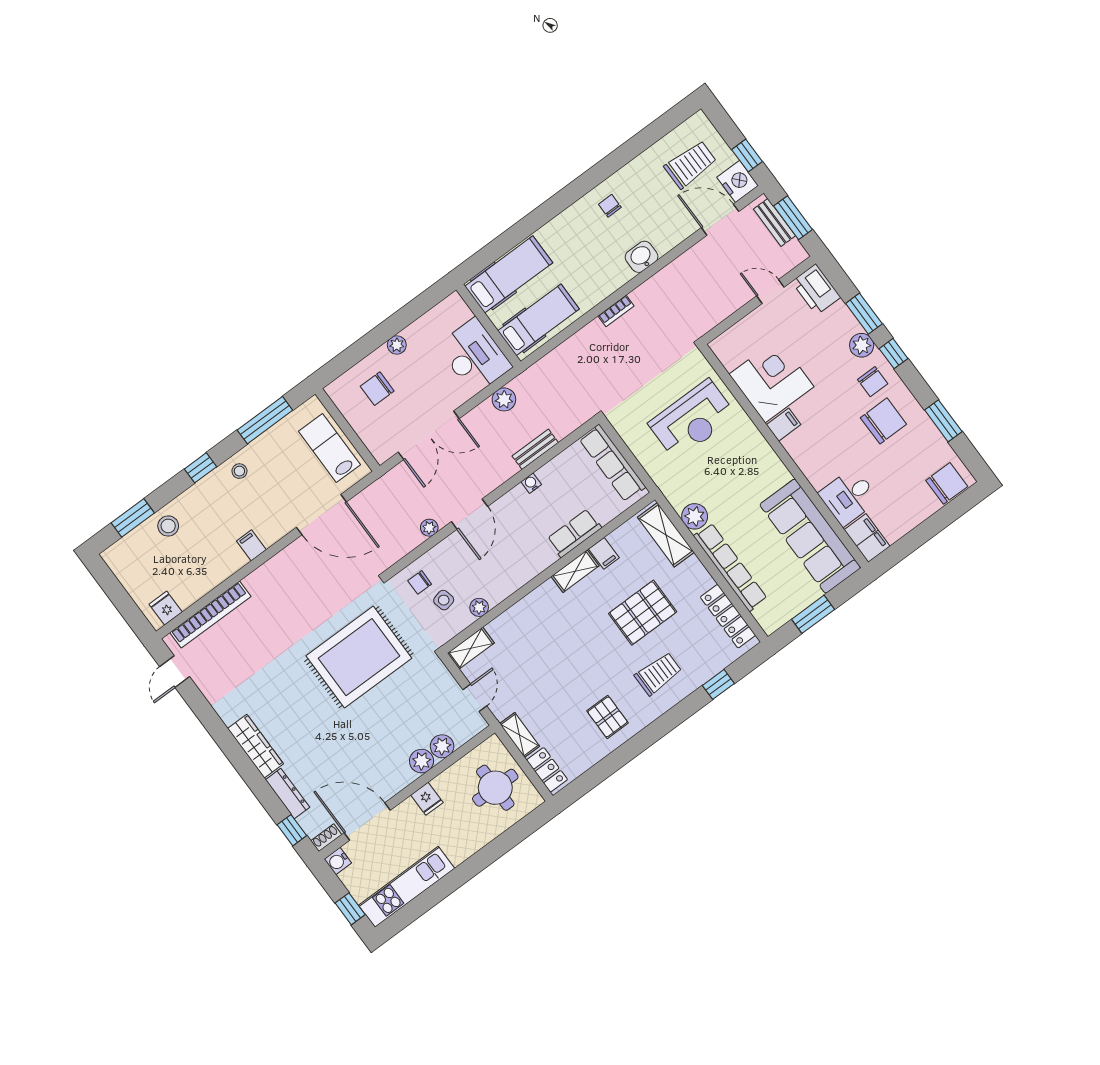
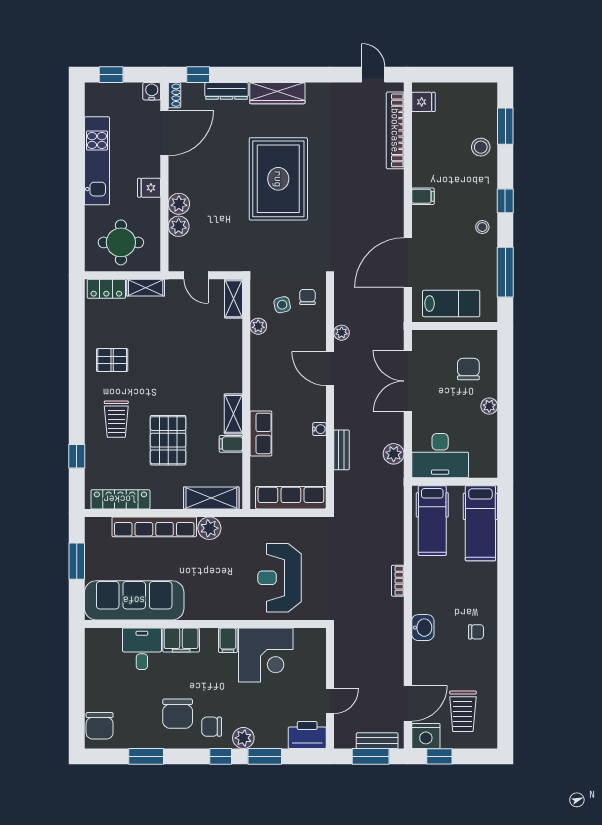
filing cabinet: (867, 538) -> (181, 640), moved
rug: (359, 657) -> (278, 179), moved
kitchen unit: (407, 887) -> (97, 161), moved

